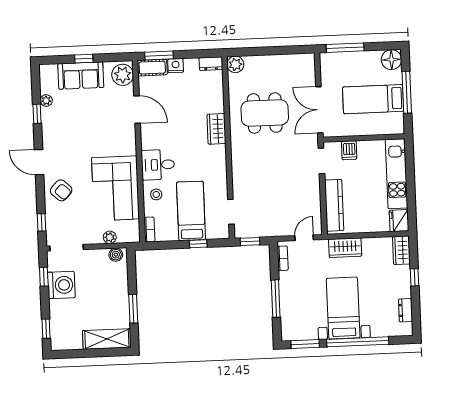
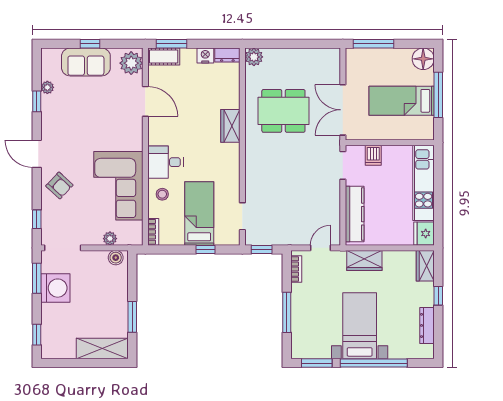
nightstand: (176, 66) -> (205, 56), moved
window: (44, 277) -> (37, 278), width x1.50
dresser: (405, 310) -> (427, 325), width x1.44

